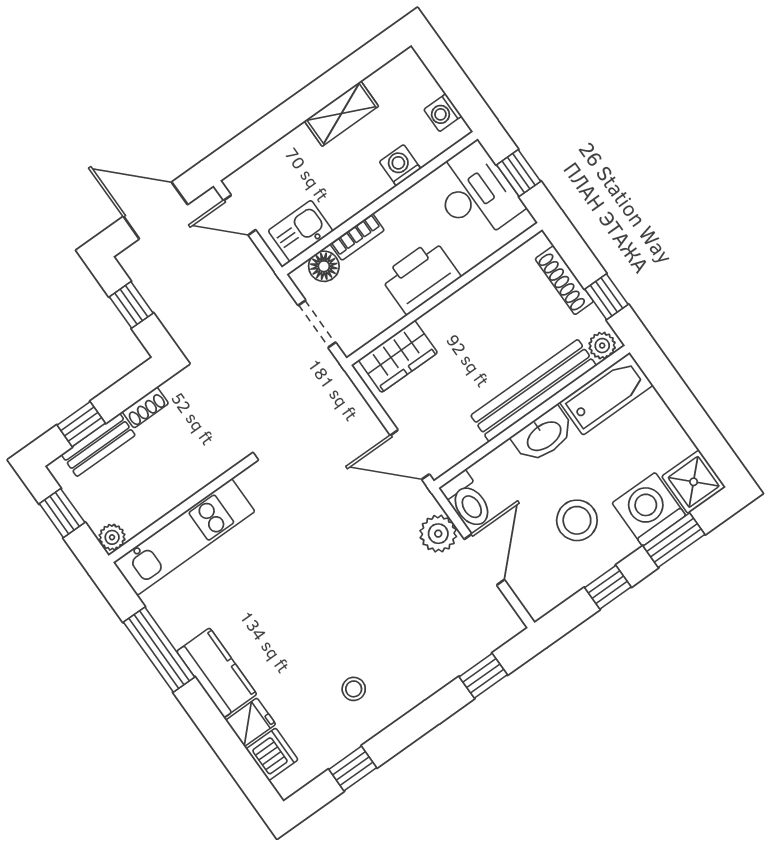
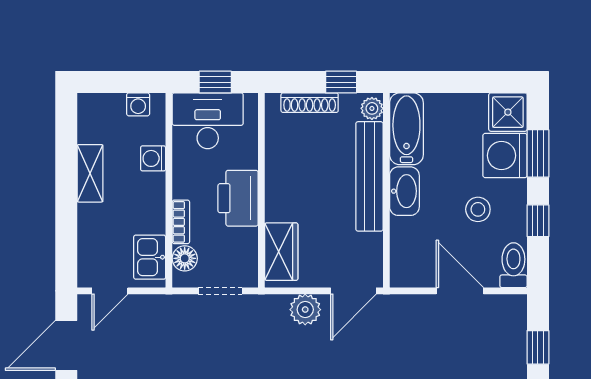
toilet: (467, 501) -> (513, 265), moved, turned -90
stool: (577, 520) -> (478, 209), width x0.73, depth x0.73
plant: (438, 534) -> (305, 310), moved

